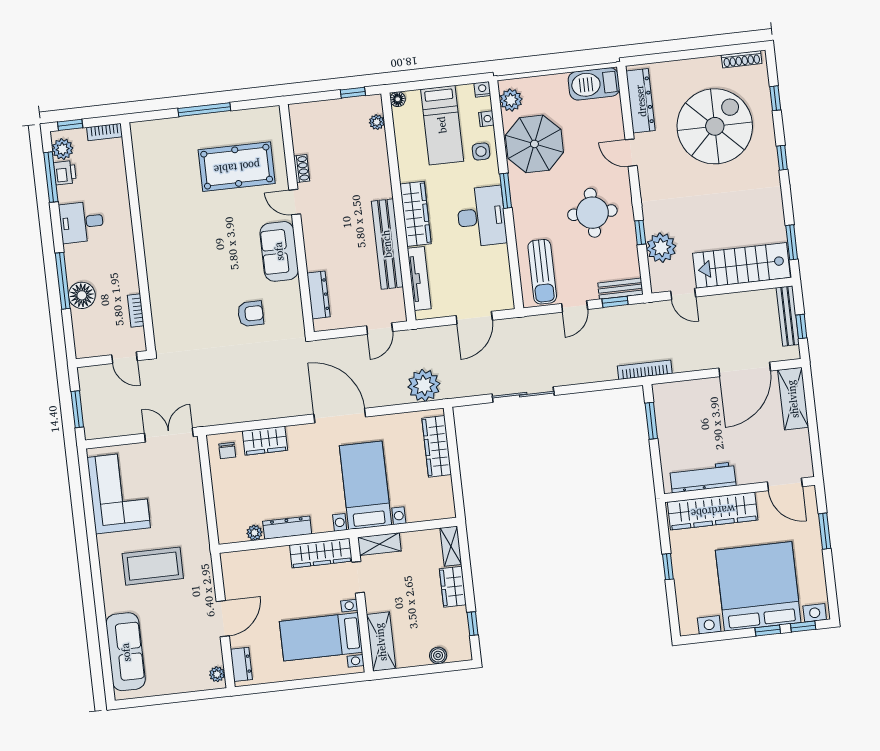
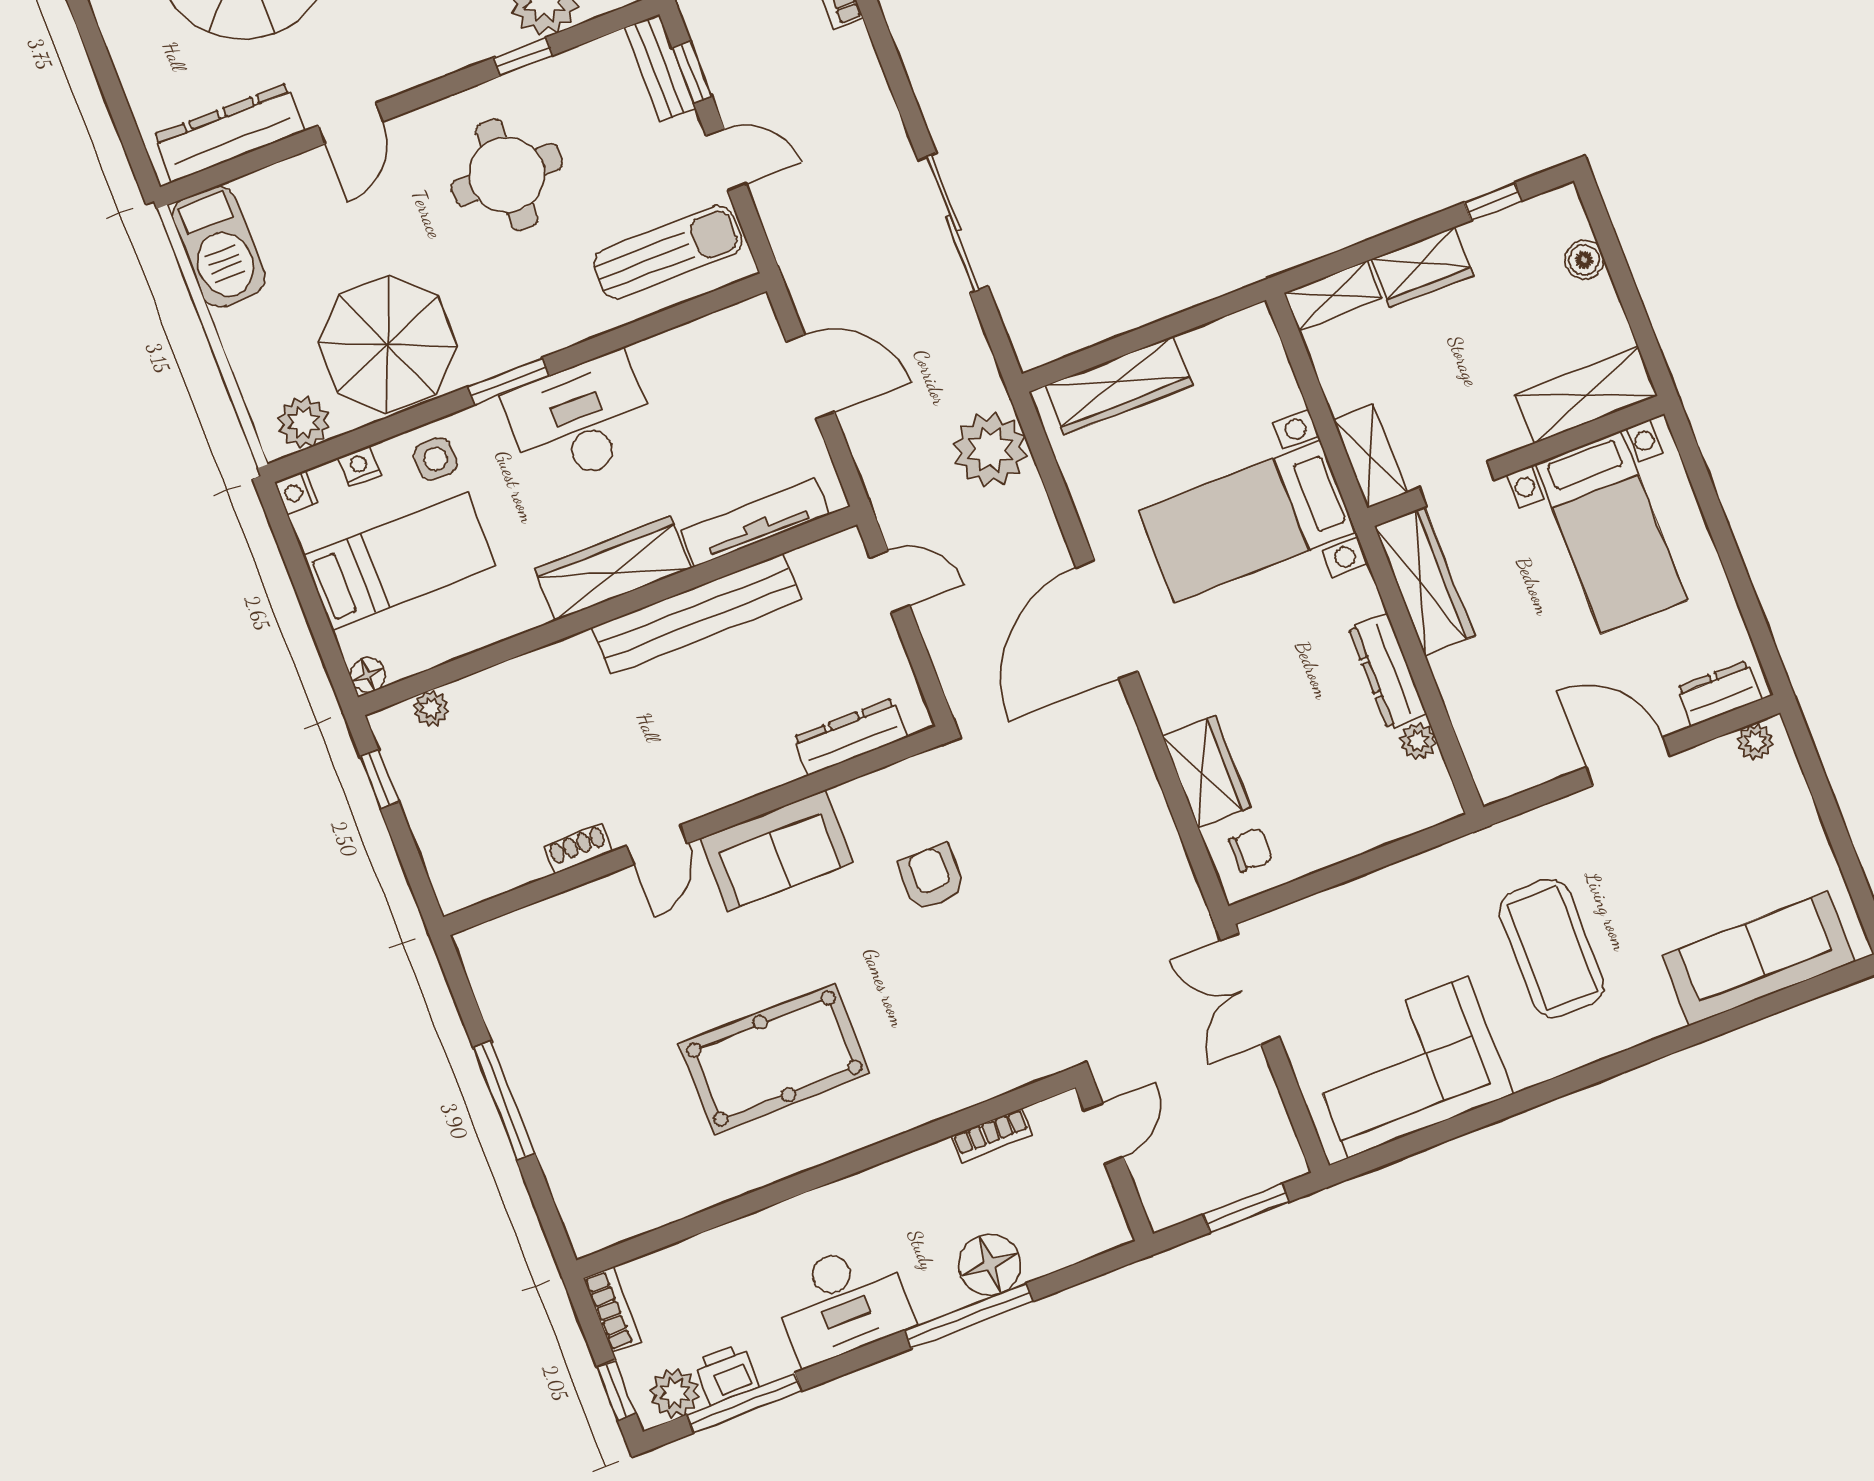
pool table: (237, 167) -> (774, 1059), moved, turned 90
desk: (81, 222) -> (842, 1302), width x1.37

